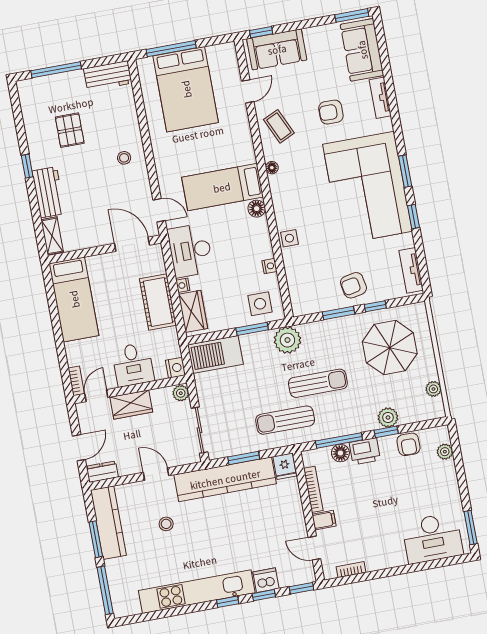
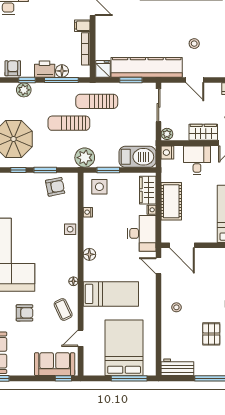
bed: (222, 187) -> (111, 294), moved
armchair: (353, 285) -> (55, 187), moved
sun lounger: (285, 420) -> (97, 101), turned 180

